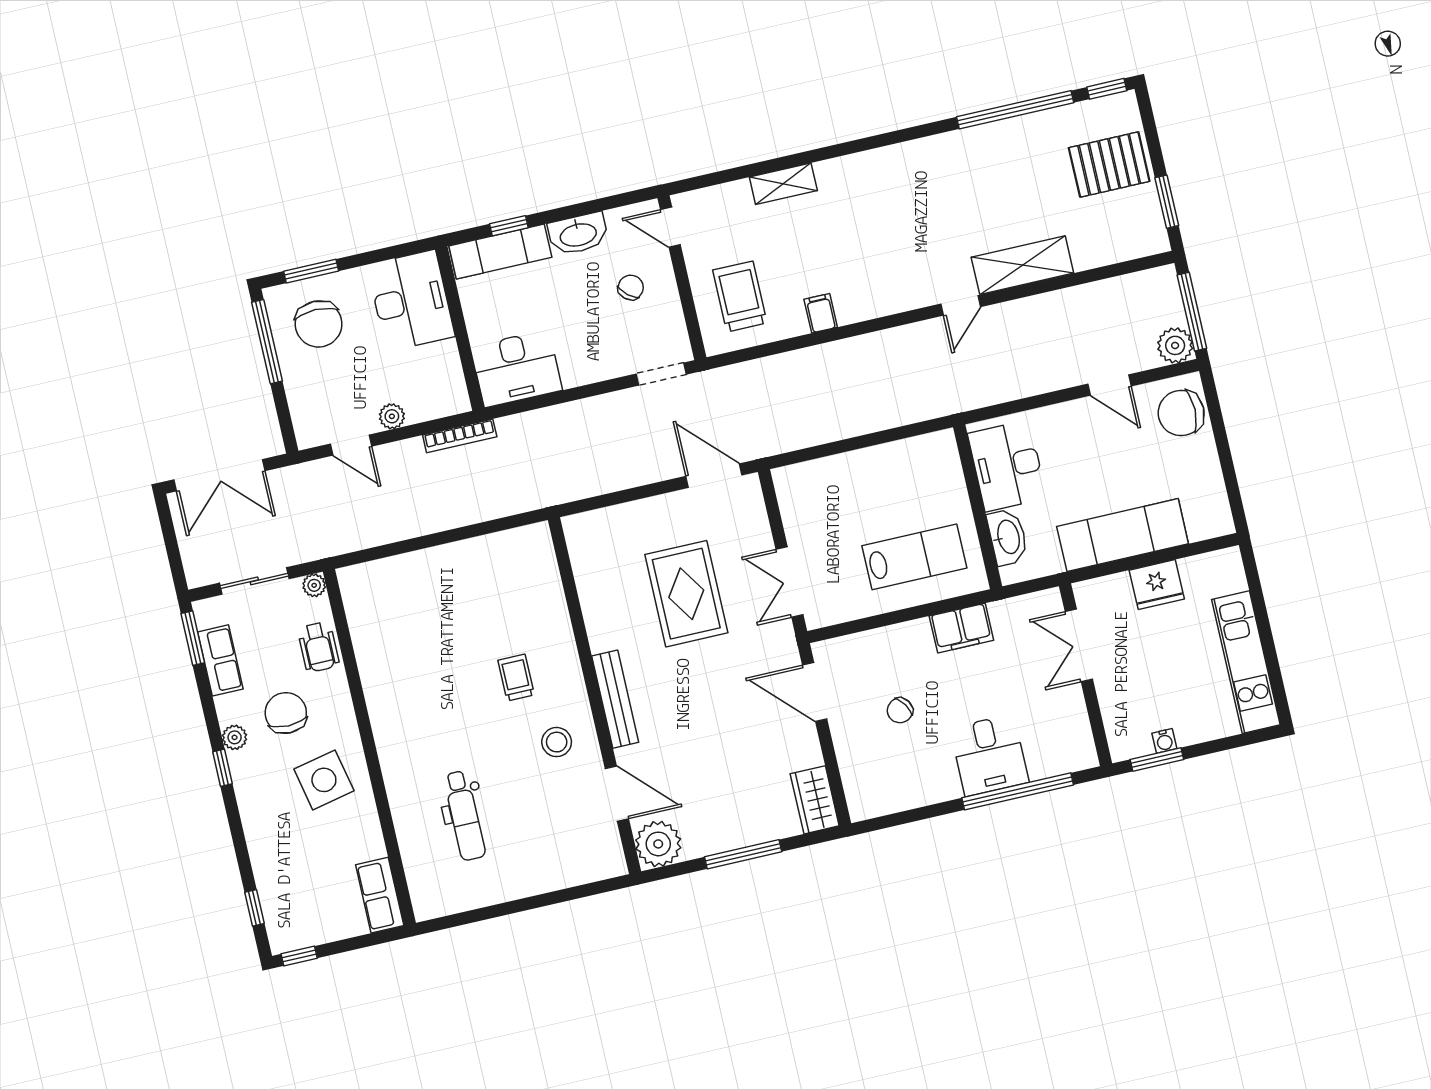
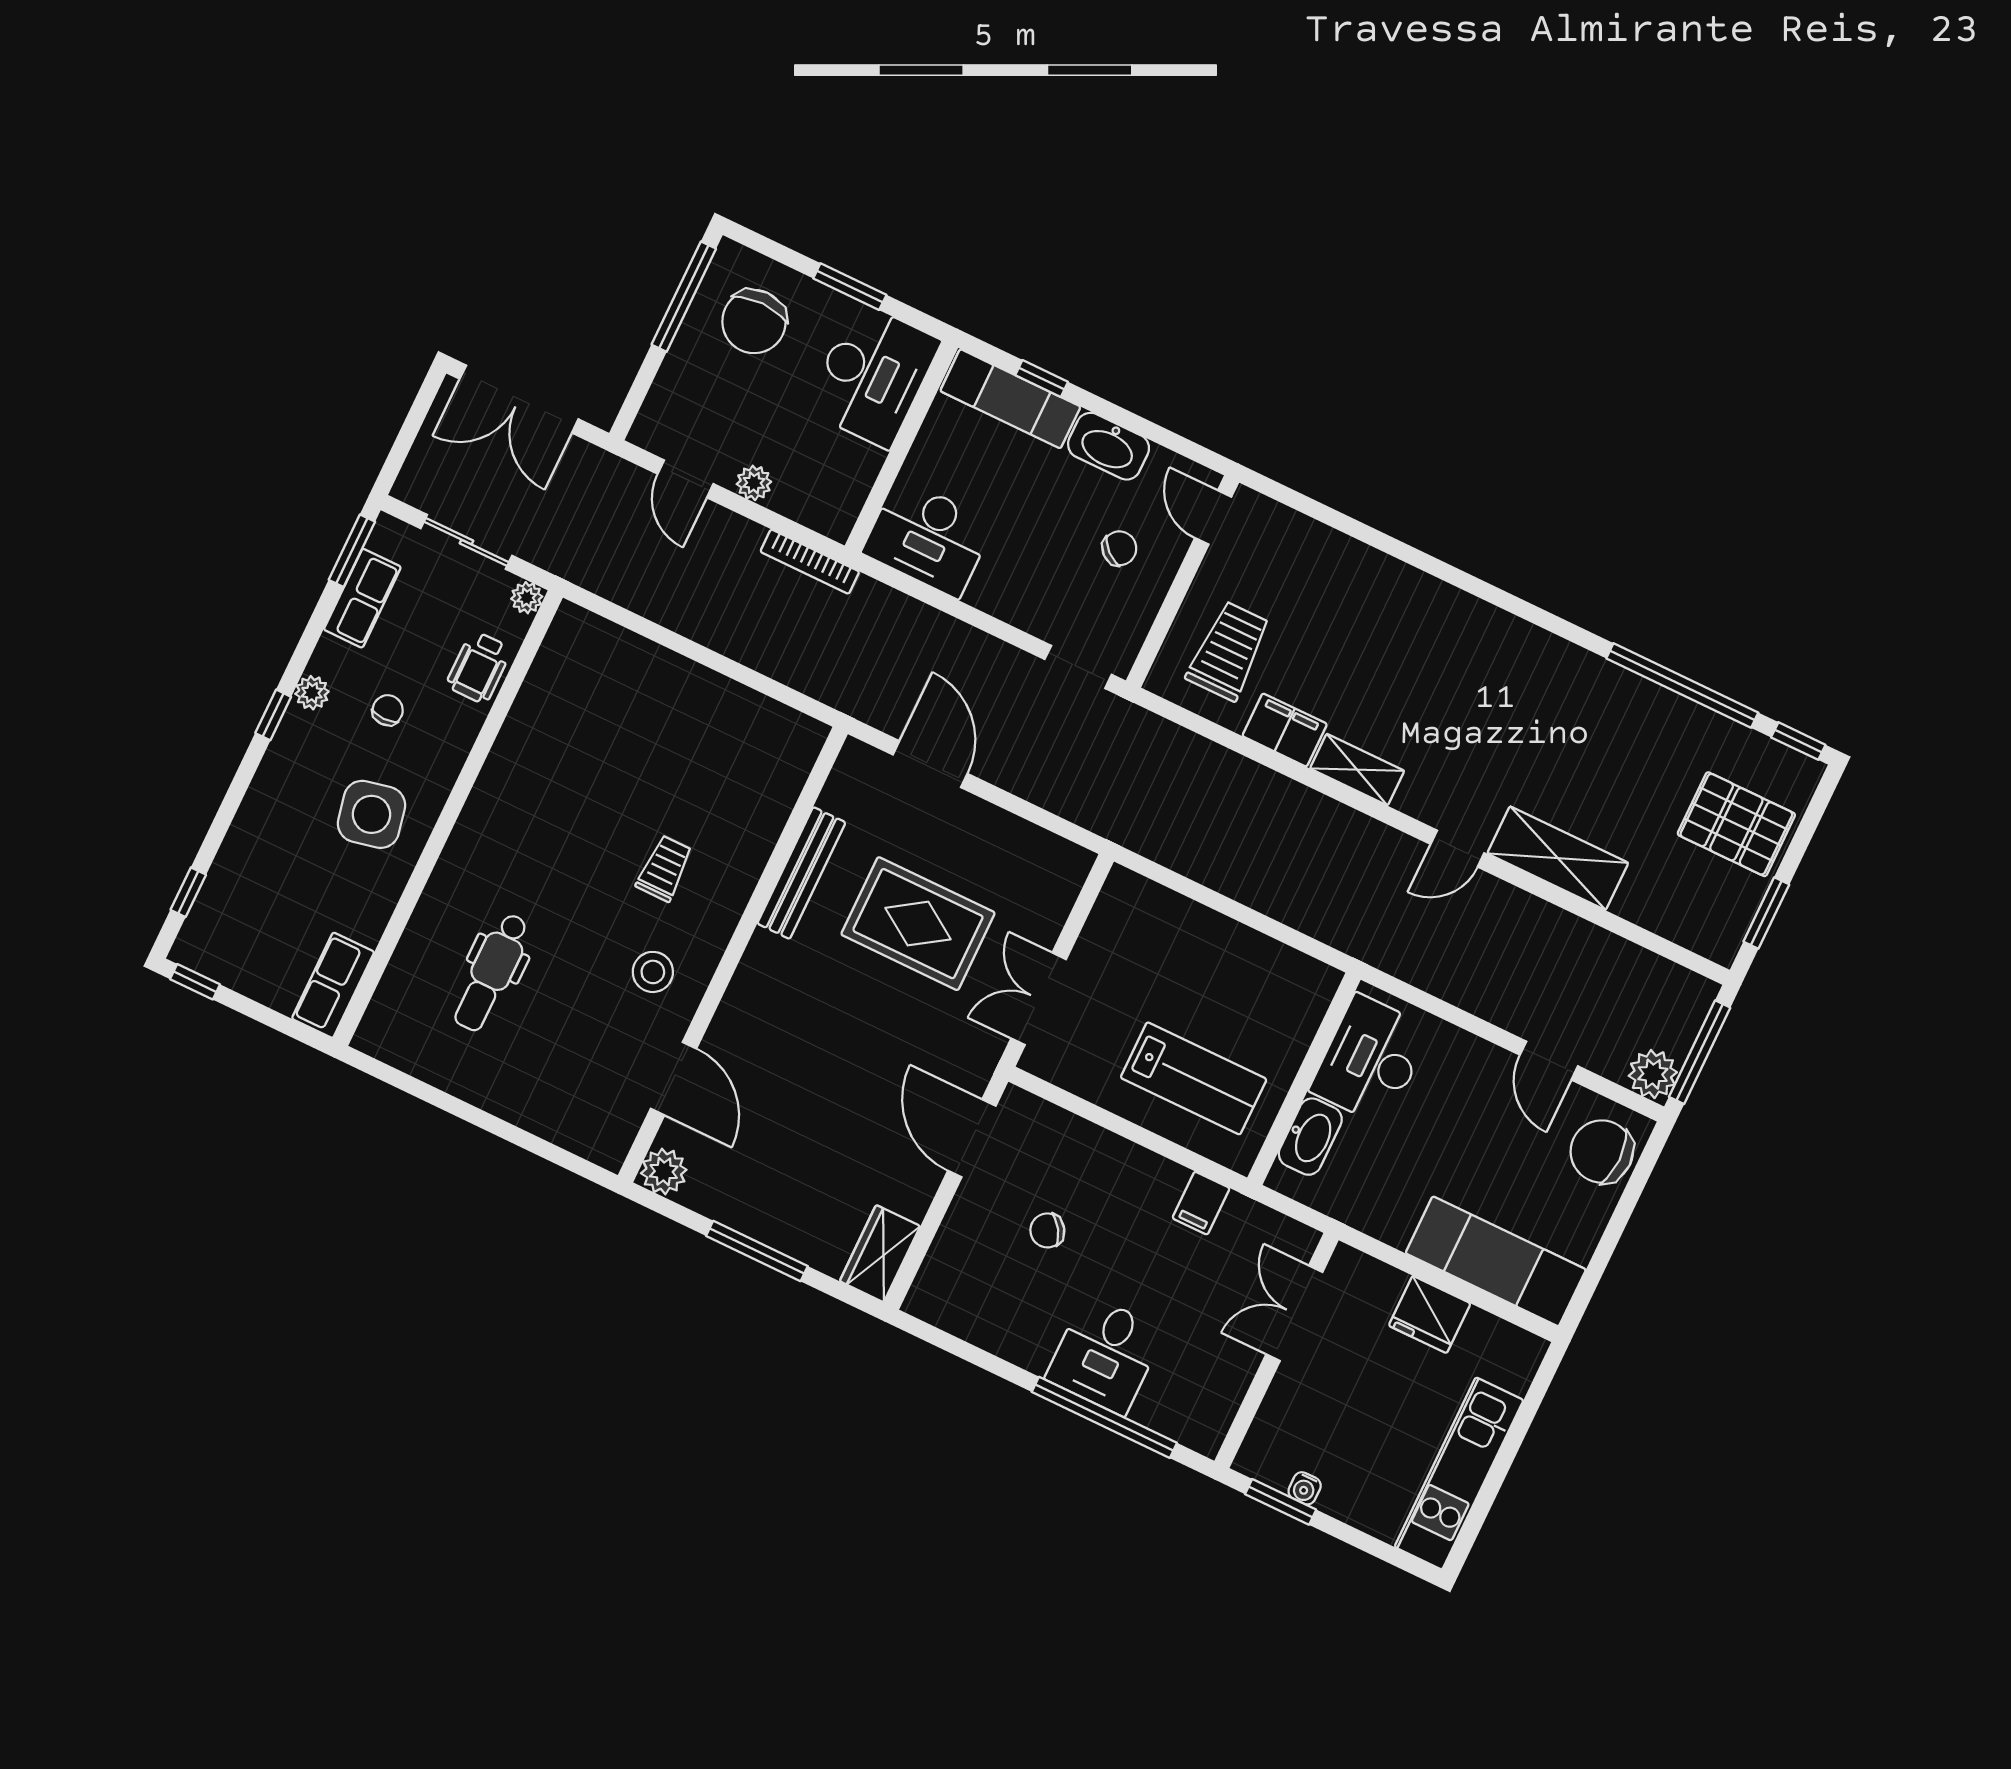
shelving: (783, 184) -> (1357, 770), moved
window: (311, 271) -> (850, 287), moved
filing cabinet: (821, 313) -> (1285, 730), width x2.00
door: (714, 476) -> (930, 764), moved
exam couch: (1123, 535) -> (1496, 1261), moved
rug: (686, 594) -> (918, 924), turned 90
filing cabinet: (961, 628) -> (1201, 1203), width x0.50
bench: (615, 699) -> (801, 873), moved
chair: (286, 713) -> (388, 710), width x0.54, depth x0.54
plant: (658, 844) -> (664, 1172), width x0.73, depth x0.73

